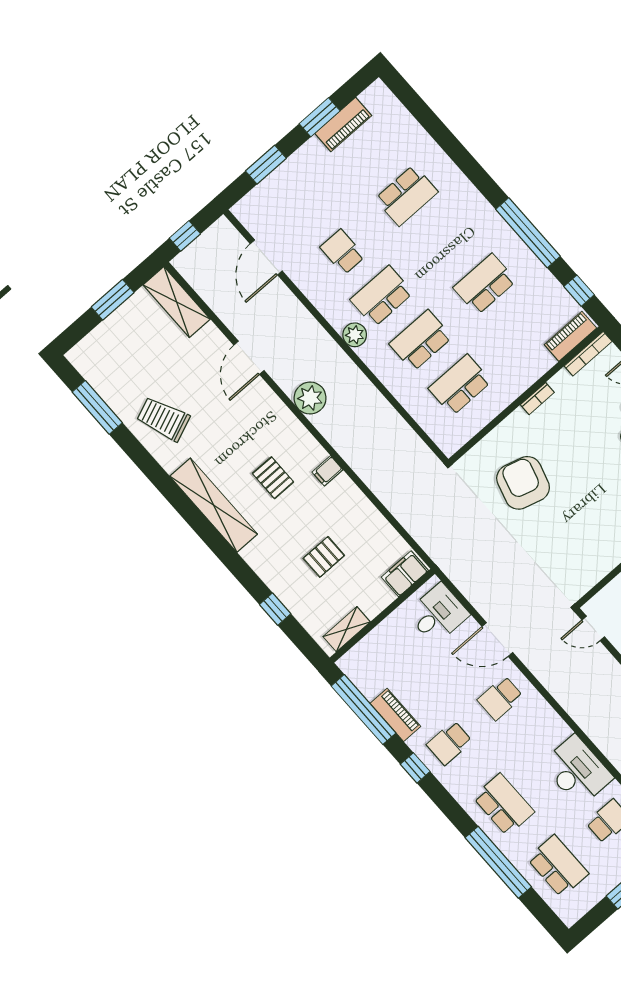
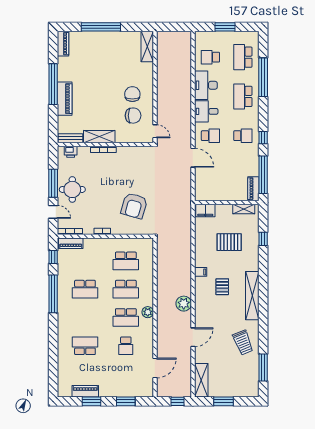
pallet: (324, 557) -> (229, 242), width x1.50, depth x1.42
desk: (438, 614) -> (206, 111), moved
piano: (395, 715) -> (253, 189), moved

